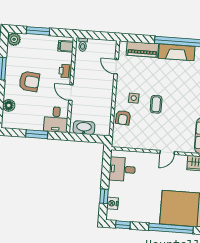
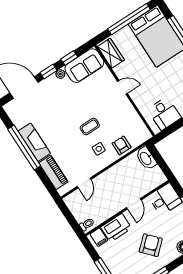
printer: (65, 71) -> (116, 228), width x1.87, depth x1.48
armchair: (29, 81) -> (151, 245), turned 42
armchair: (123, 118) -> (122, 145), turned -94
washbasin: (84, 128) -> (146, 158), moved

